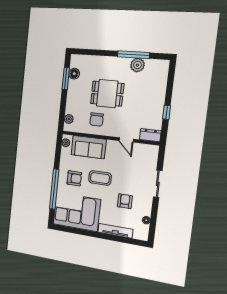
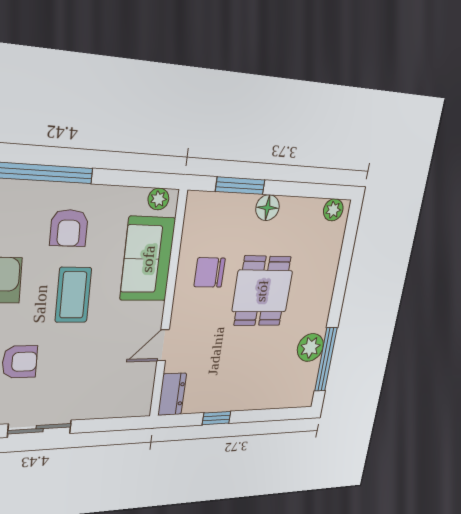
window: (133, 55) -> (326, 360), moved
floor lamp: (74, 74) -> (267, 208), moved
window: (66, 79) -> (240, 186), moved
plant: (69, 119) -> (333, 210), moved
sliding door: (158, 184) -> (40, 429), moved

